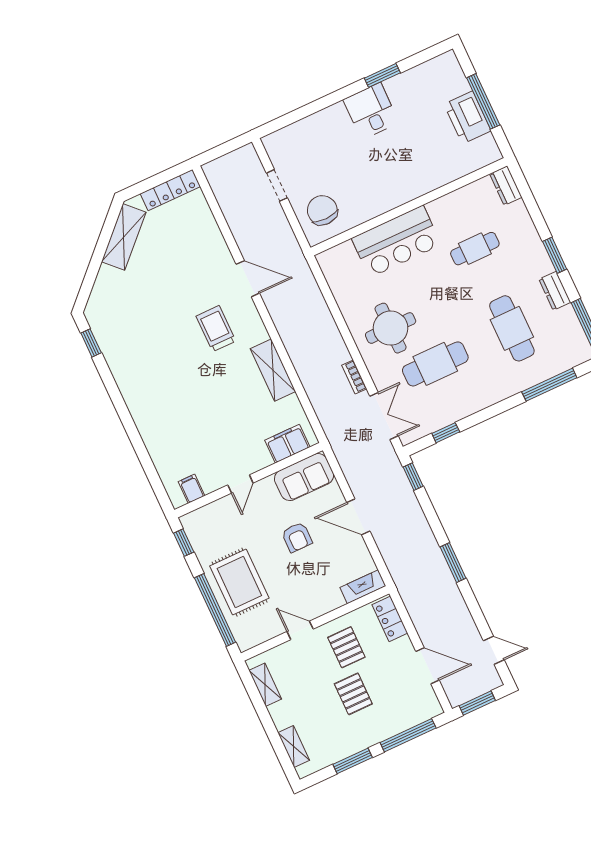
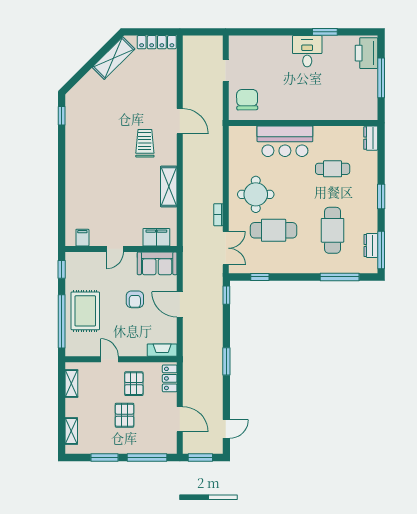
printer: (467, 117) -> (366, 53), moved
dresser: (555, 291) -> (371, 246), moved
door: (494, 650) -> (226, 429), hinge flipped

